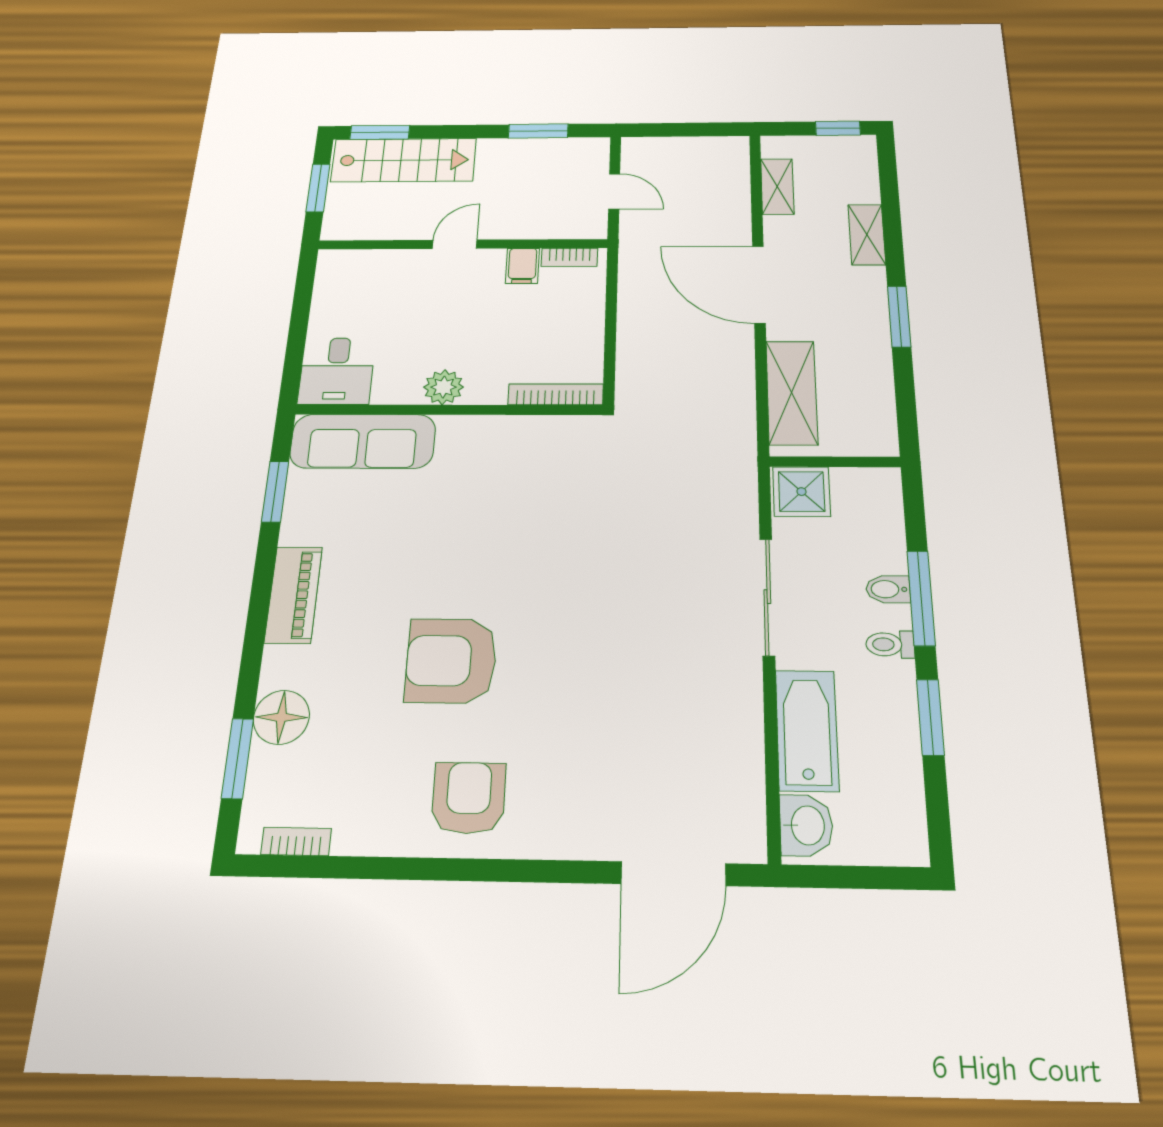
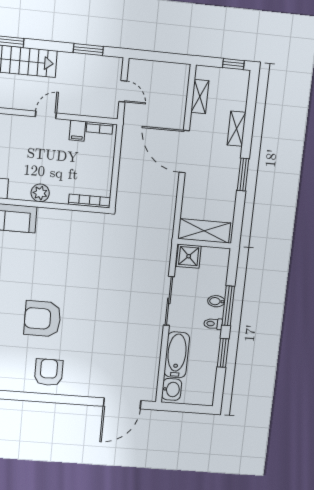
shelving: (792, 392) -> (204, 231), moved, turned 90

